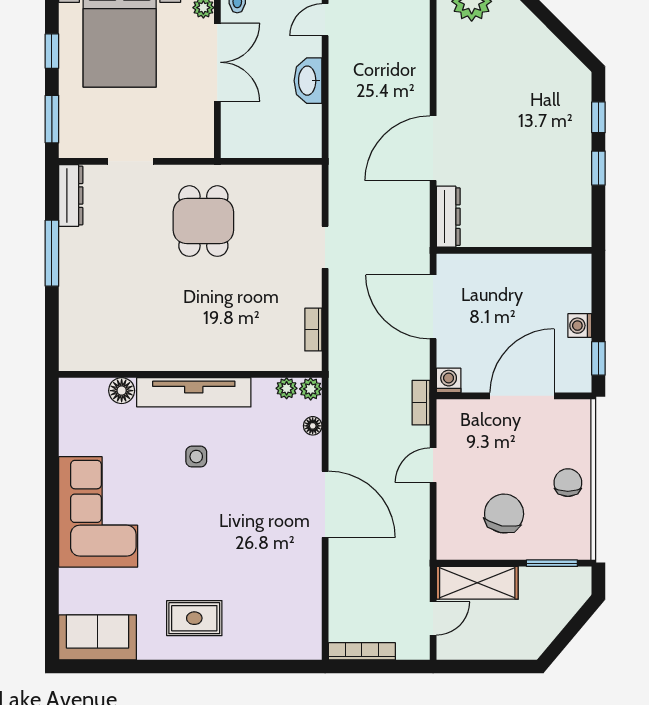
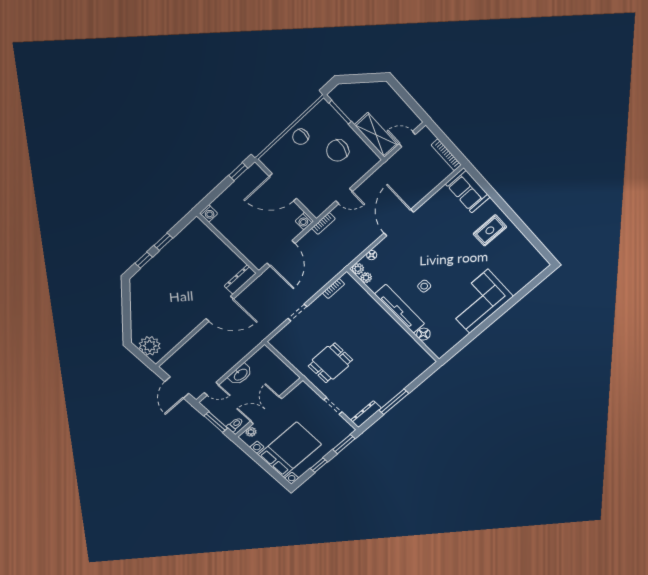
washing machine: (580, 326) -> (209, 213), moved
rug: (194, 618) -> (490, 230), turned 90
sofa: (98, 637) -> (468, 190), moved

